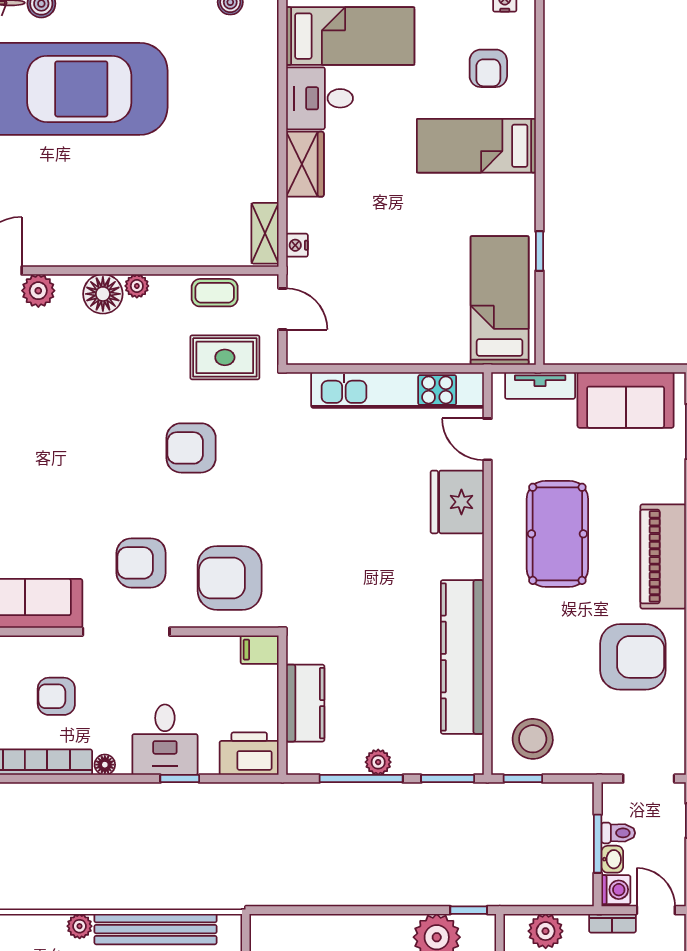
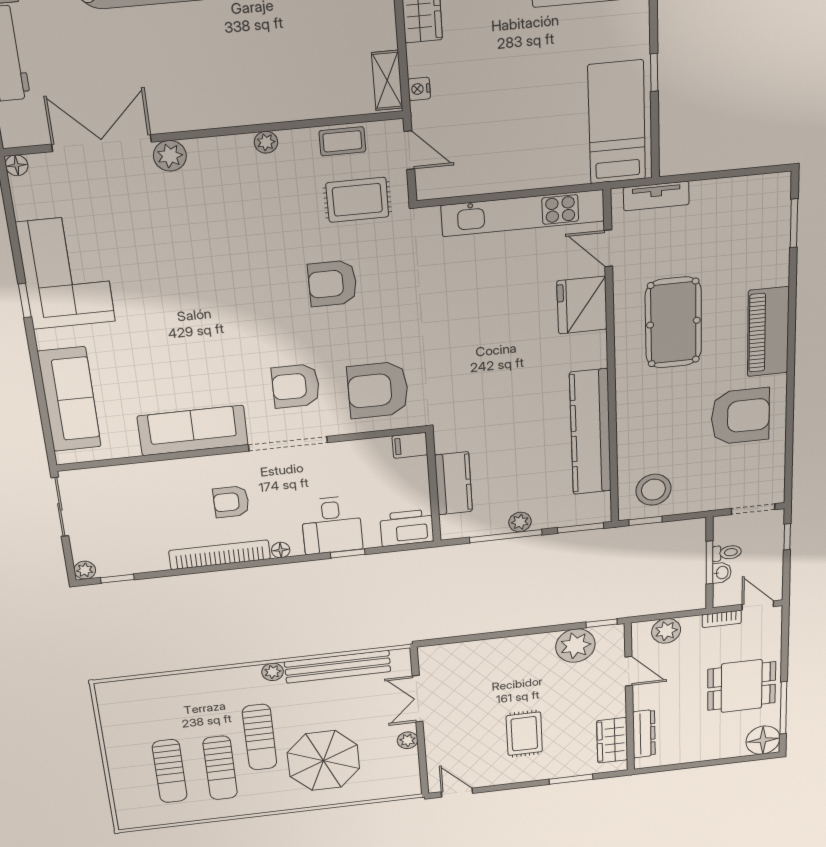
floor lamp: (103, 294) -> (234, 153), removed
sofa: (626, 400) -> (736, 201), removed
washing machine: (616, 890) -> (725, 595), removed

